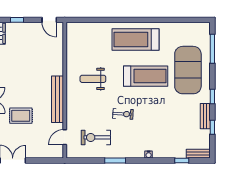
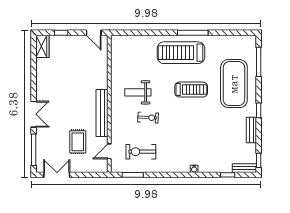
window: (147, 20) -> (193, 33), added
treadmill: (146, 76) -> (191, 90), width x0.73, depth x0.73
exercise bike: (123, 114) -> (148, 118), moved
rug: (21, 116) -> (78, 142), moved, turned 90
window: (212, 127) -> (259, 160), moved
window: (115, 161) -> (133, 175), moved

